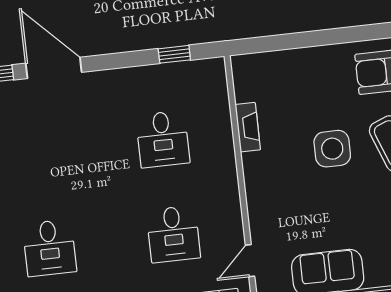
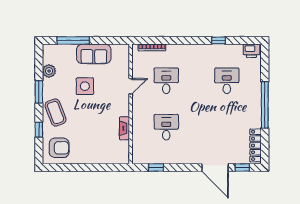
side table: (332, 149) -> (85, 86), moved
door: (250, 261) -> (131, 86), moved

